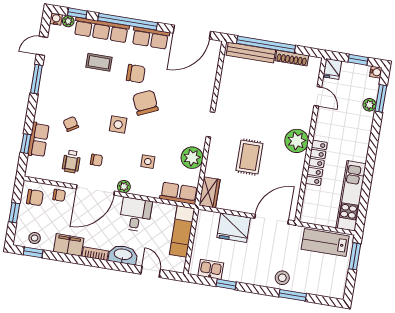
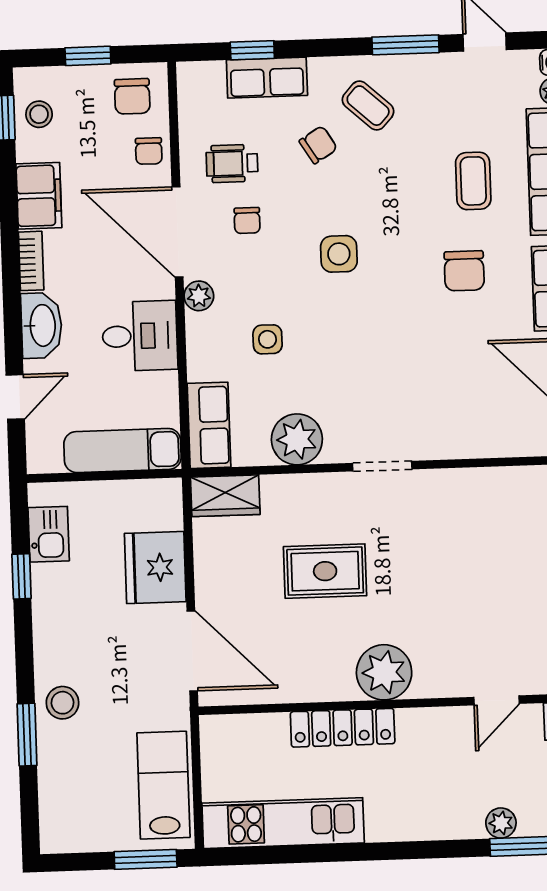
coffee table: (59, 100) -> (368, 106), added
chair: (145, 103) -> (402, 306), removed

